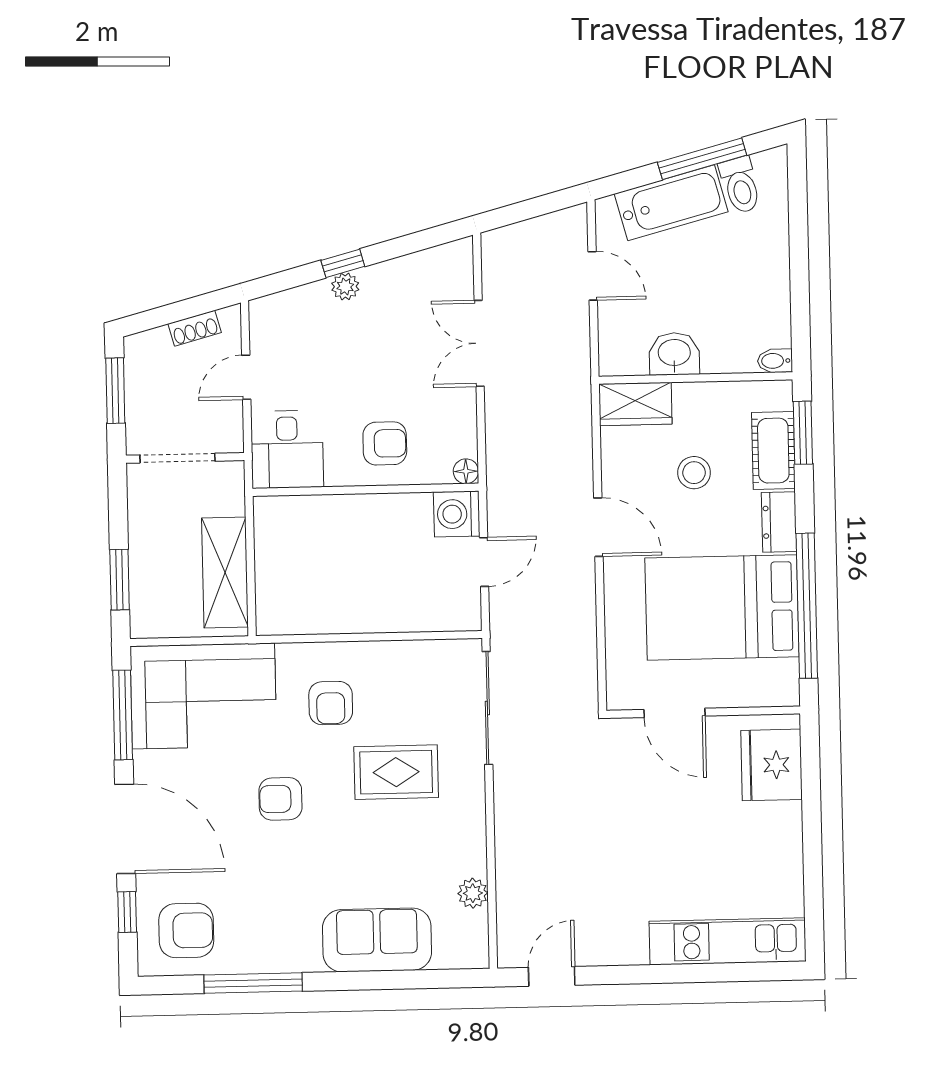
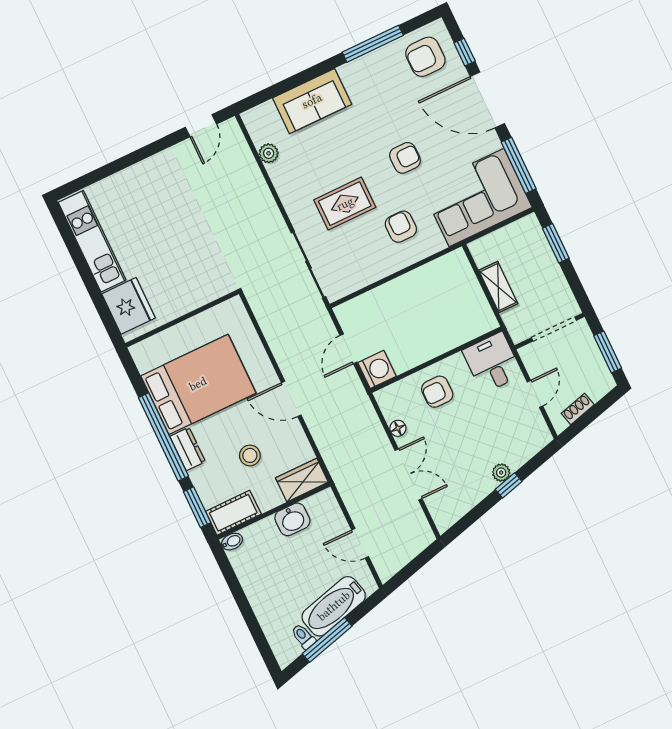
toilet: (740, 185) -> (303, 636), width x0.73, depth x0.72
cot: (773, 451) -> (233, 513), moved, turned 90
floor lamp: (466, 471) -> (398, 428), moved
shelving: (225, 572) -> (498, 287), width x0.67, depth x0.75
window: (807, 606) -> (163, 437), moved
door: (674, 713) -> (199, 311), removed
kitchen unit: (728, 941) -> (92, 241), moved, turned -90

